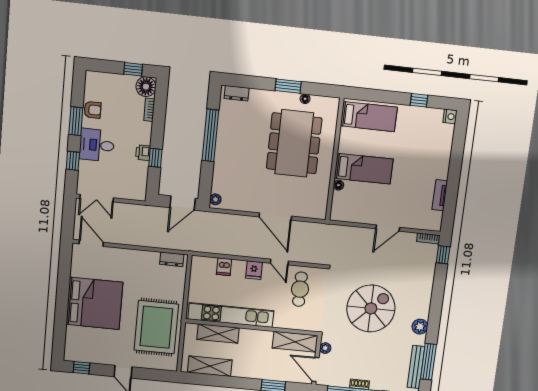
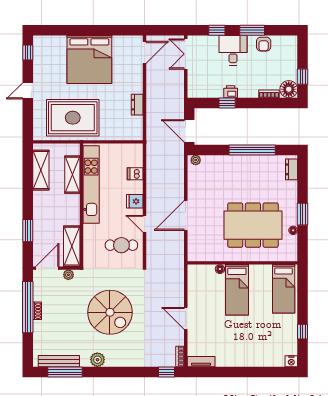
tv unit: (440, 195) -> (201, 362), moved
dresser: (172, 259) -> (137, 105), moved
door: (279, 262) -> (145, 224), hinge flipped

